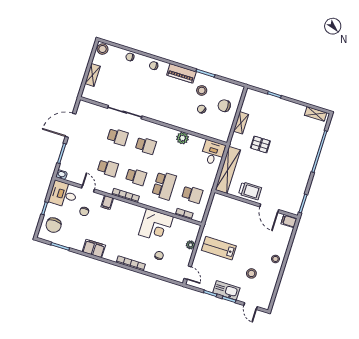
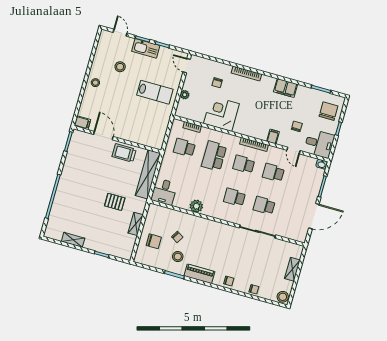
shelving: (316, 114) -> (73, 240), moved

